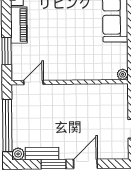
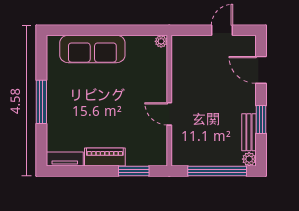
door: (33, 82) -> (169, 114), moved
door: (85, 164) -> (261, 70), moved

